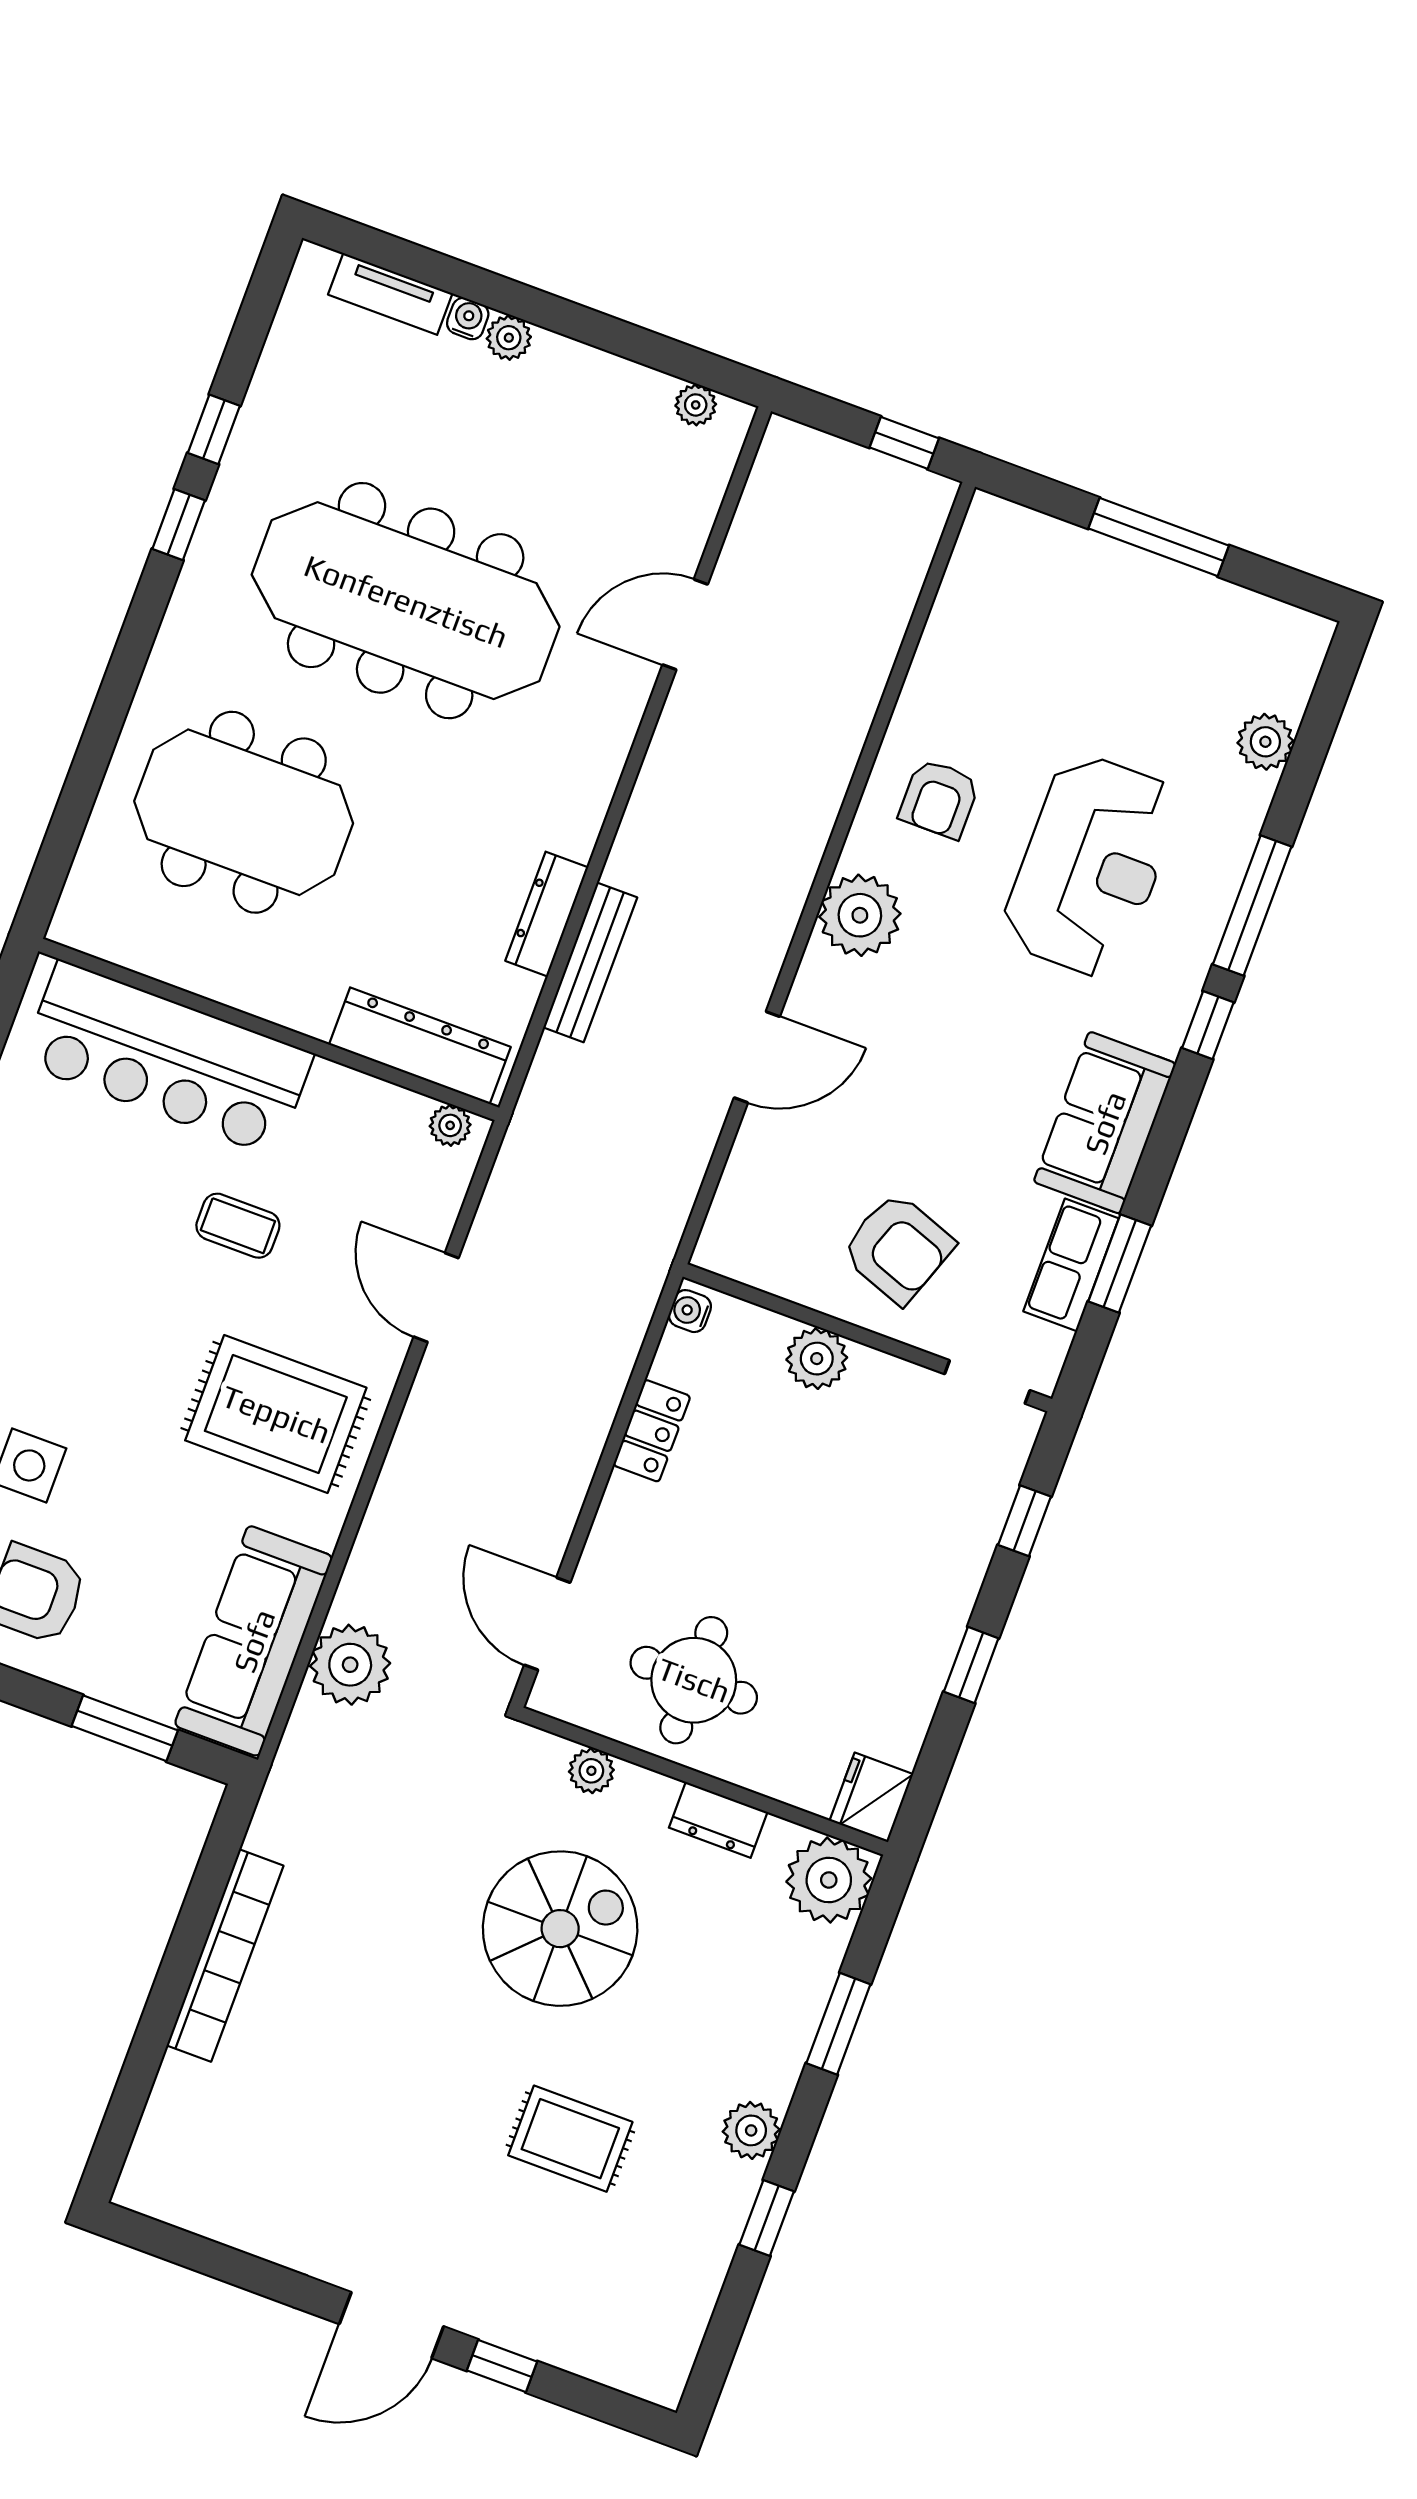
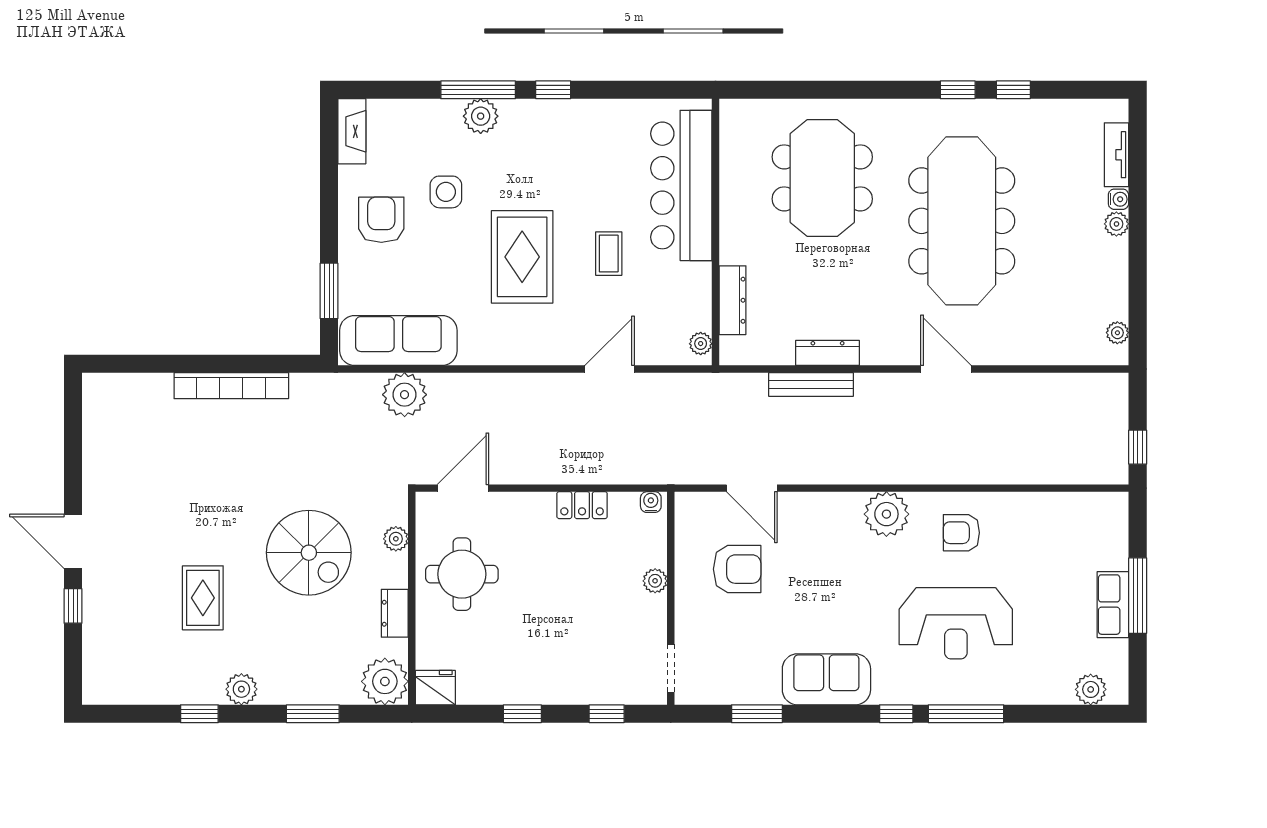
door: (685, 624) -> (946, 369), moved
plant: (1265, 742) -> (1091, 689), moved
dresser: (420, 1046) -> (732, 300), width x0.73, depth x0.80
door: (757, 1057) -> (752, 488), moved
armchair: (898, 1248) -> (737, 569), moved, turned -110
row of seats: (1071, 1265) -> (1113, 605), moved, turned -90
plant: (817, 1359) -> (655, 581), width x0.73, depth x0.73
rug: (276, 1414) -> (522, 257), moved

